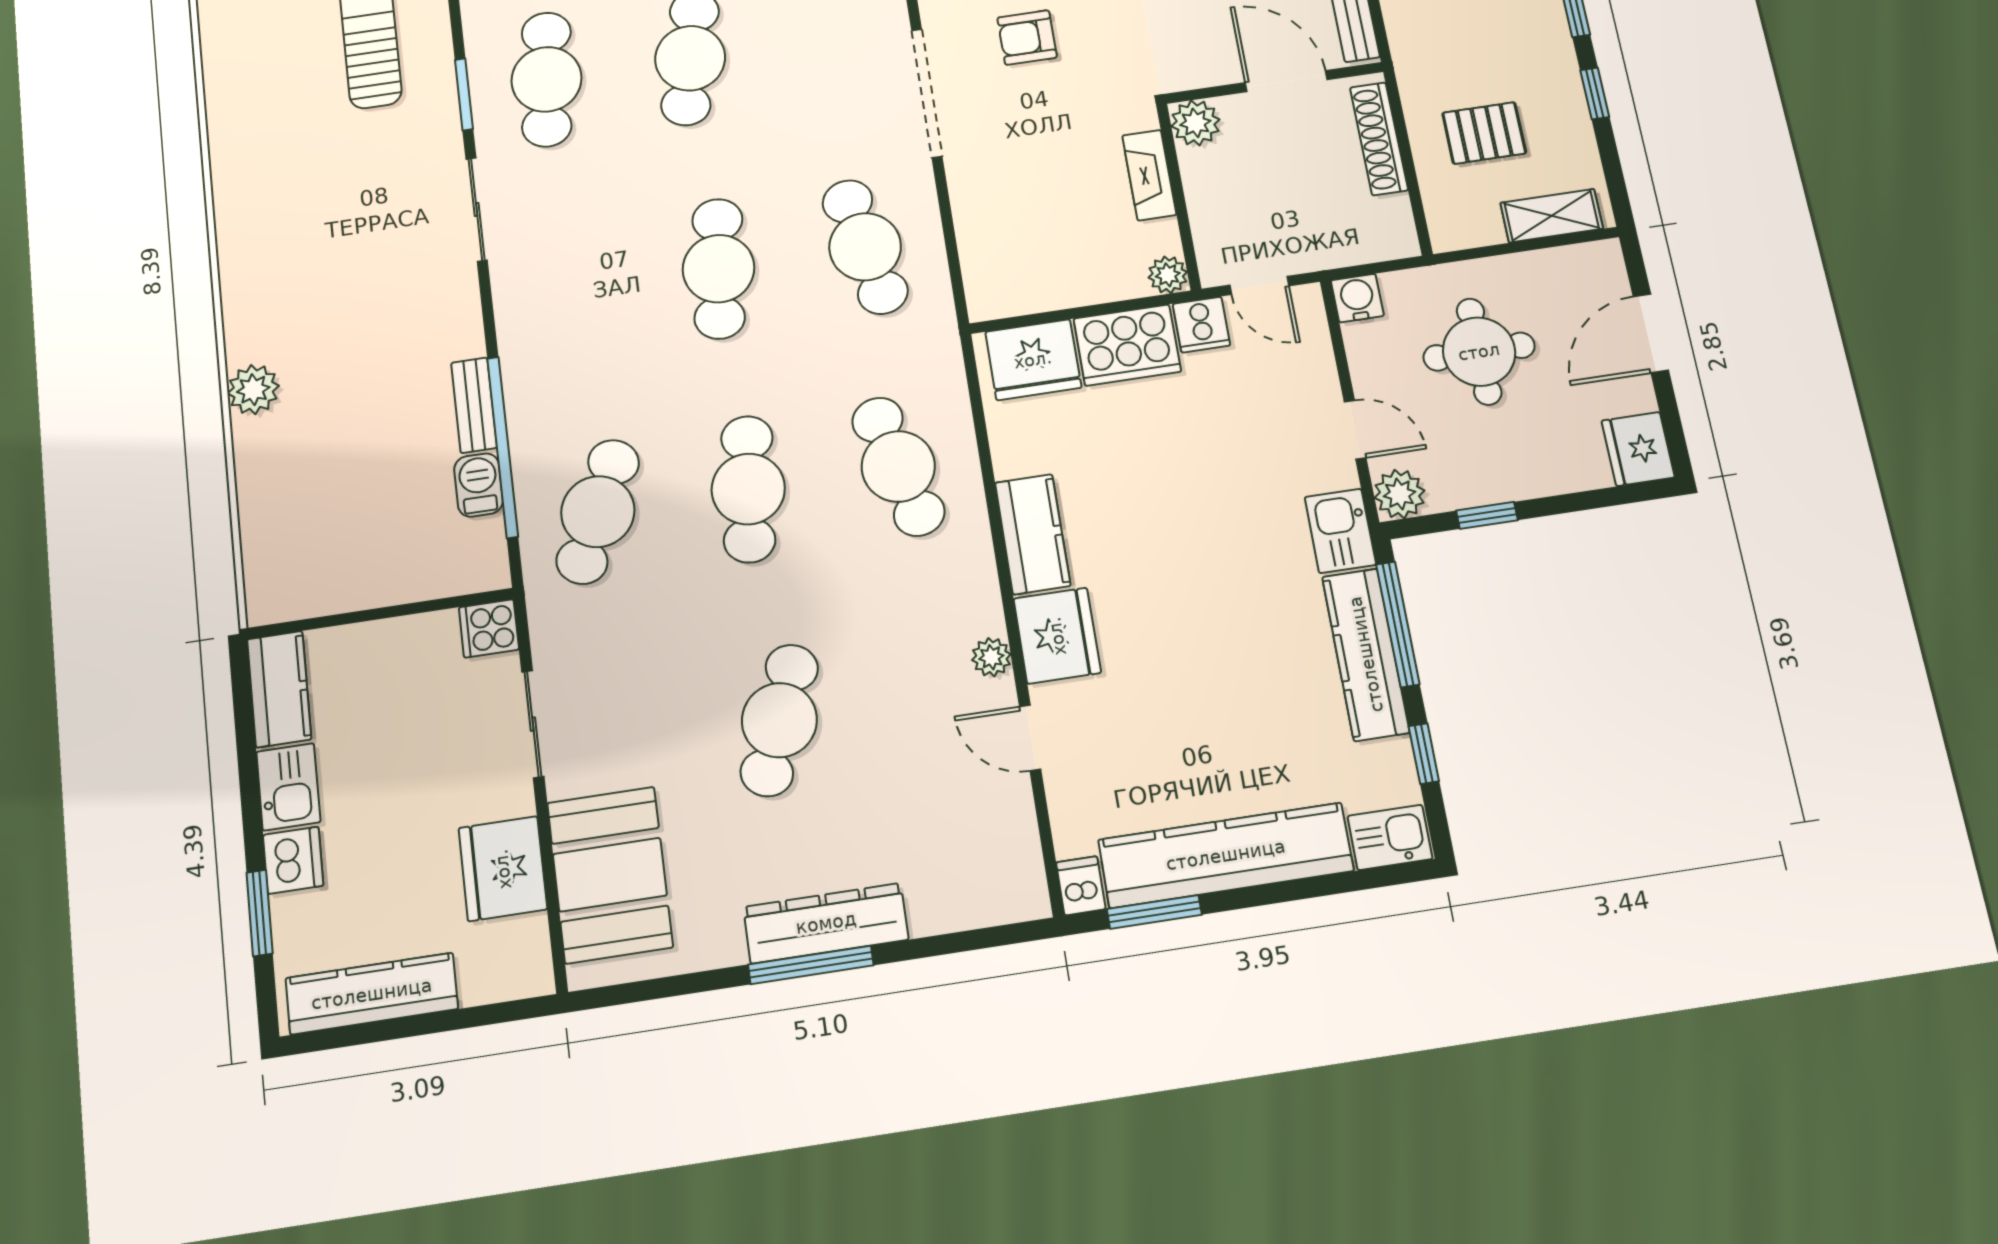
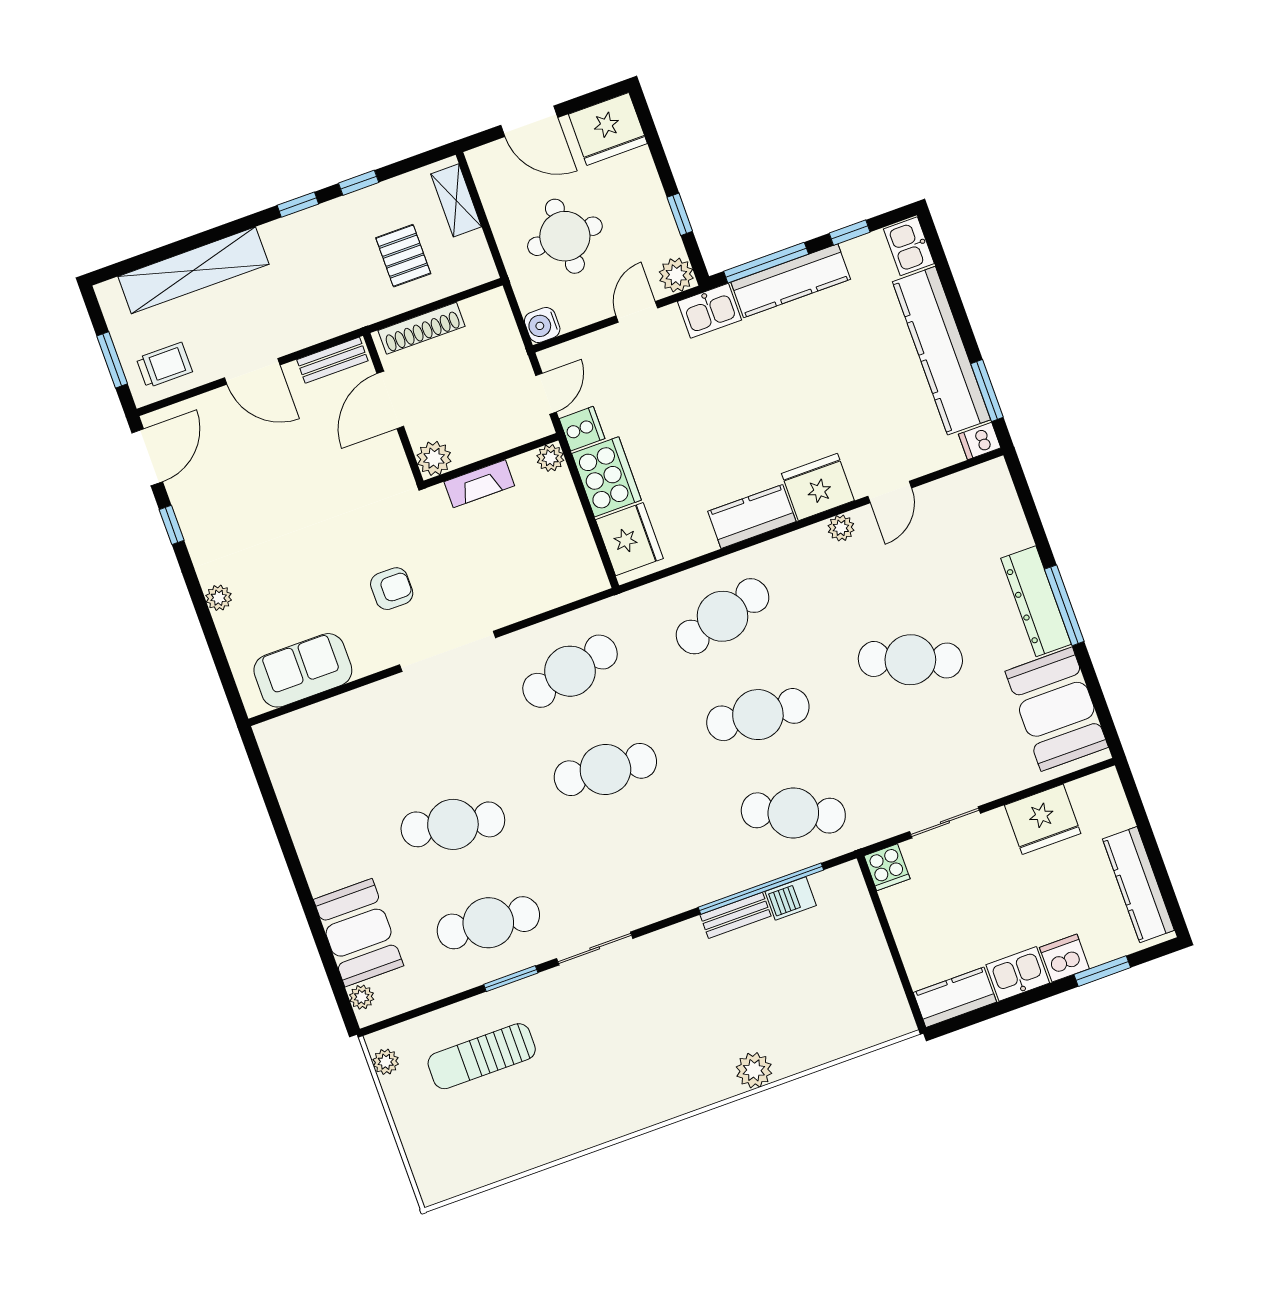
armchair: (1027, 37) -> (392, 589), turned -90
fridge: (1638, 449) -> (608, 129), width x1.36, depth x1.34
booth: (610, 875) -> (1057, 709), moved, turned 90

